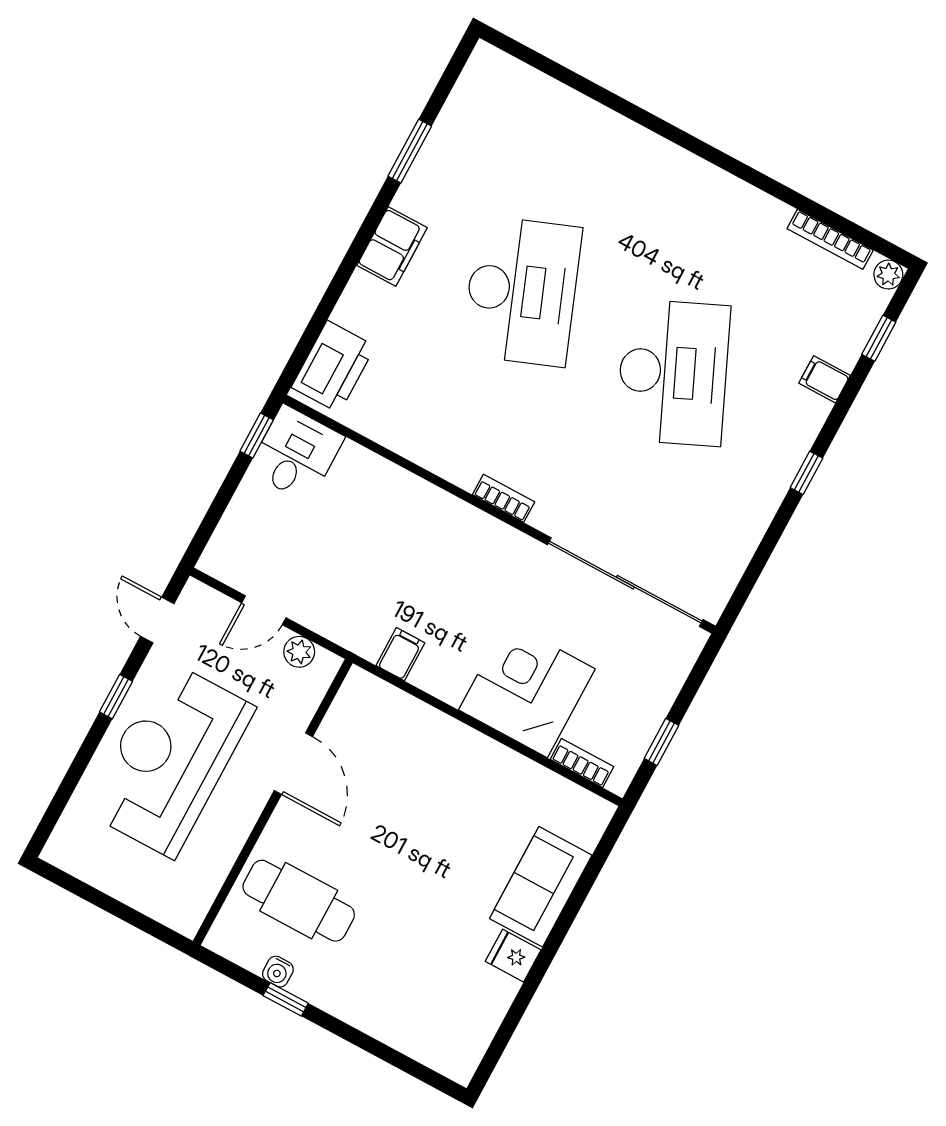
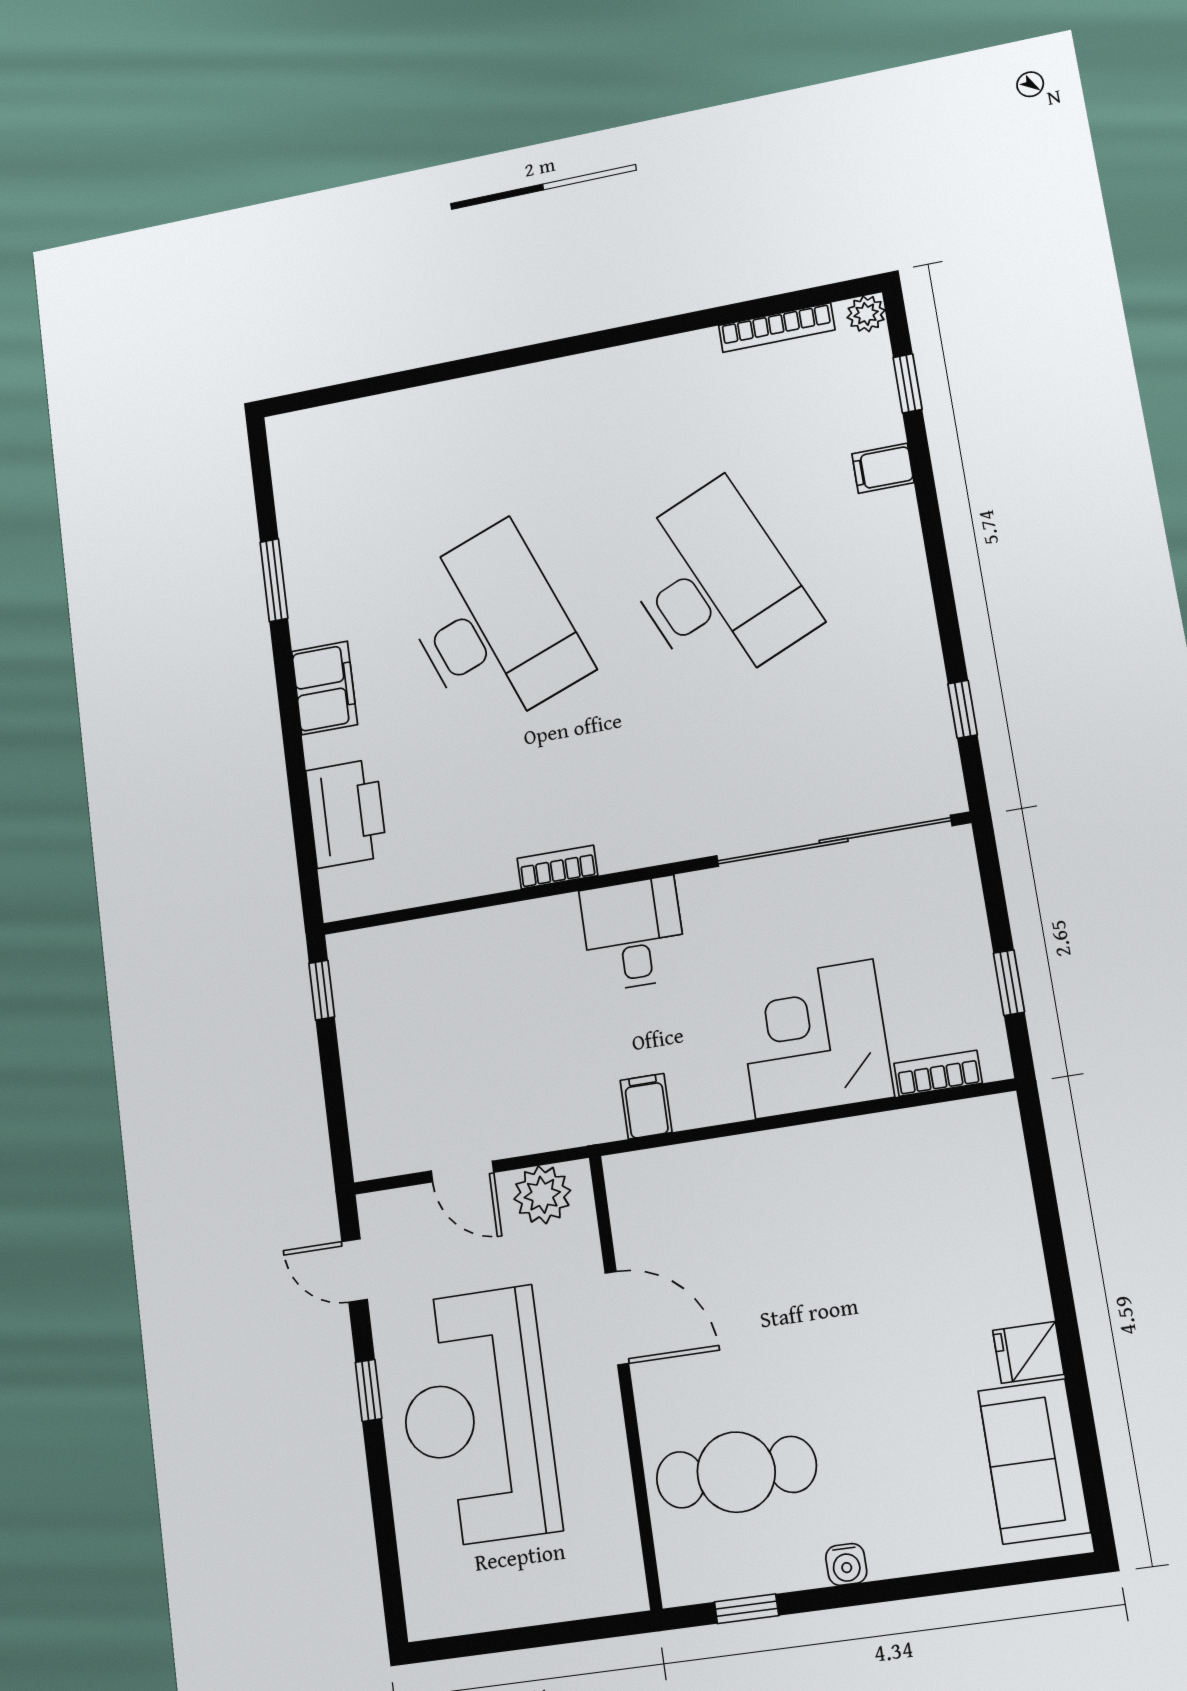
printer: (333, 367) -> (346, 813), moved
desk: (296, 454) -> (633, 934), moved
window: (806, 473) -> (963, 709), moved
bookcase: (504, 498) -> (557, 867), moved
door: (264, 610) -> (462, 1172), hinge flipped
plant: (299, 652) -> (542, 1195), width x1.38, depth x1.38
sofa: (541, 887) -> (1034, 1461), moved
water cooler: (278, 972) -> (846, 1564), moved
window: (286, 999) -> (746, 1609), moved

